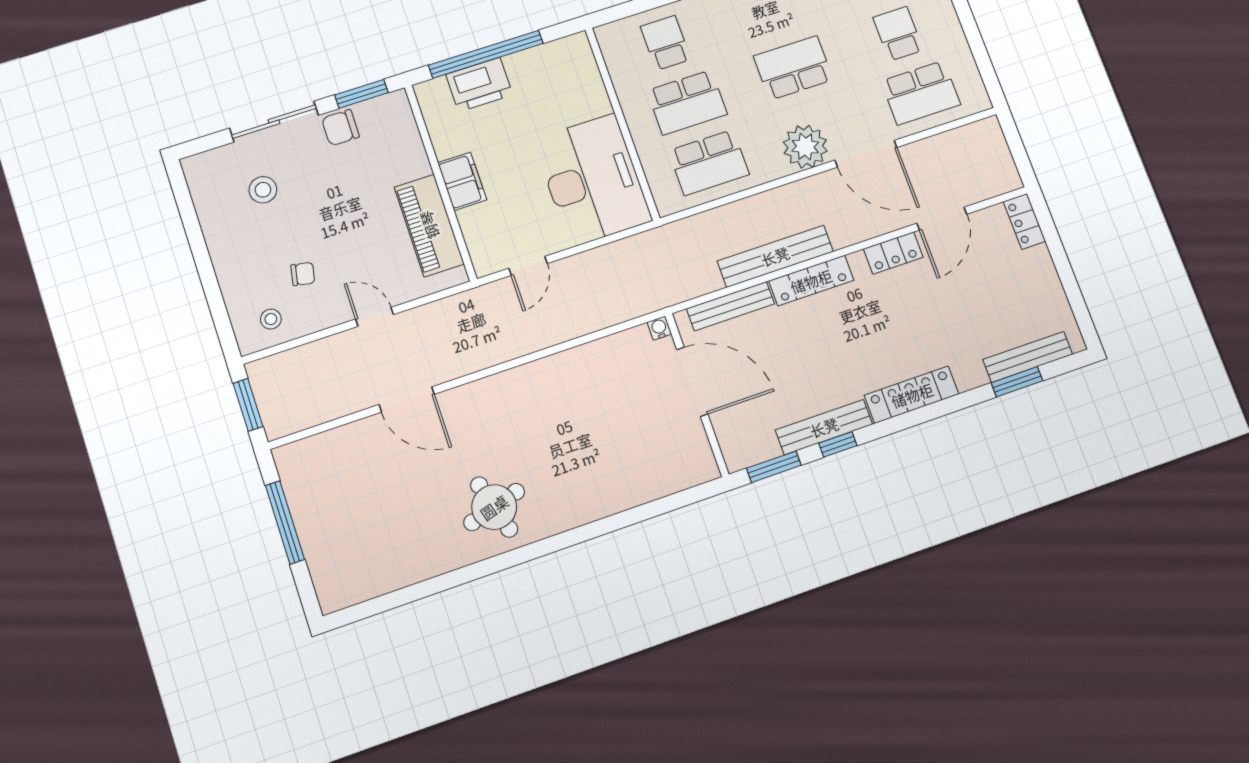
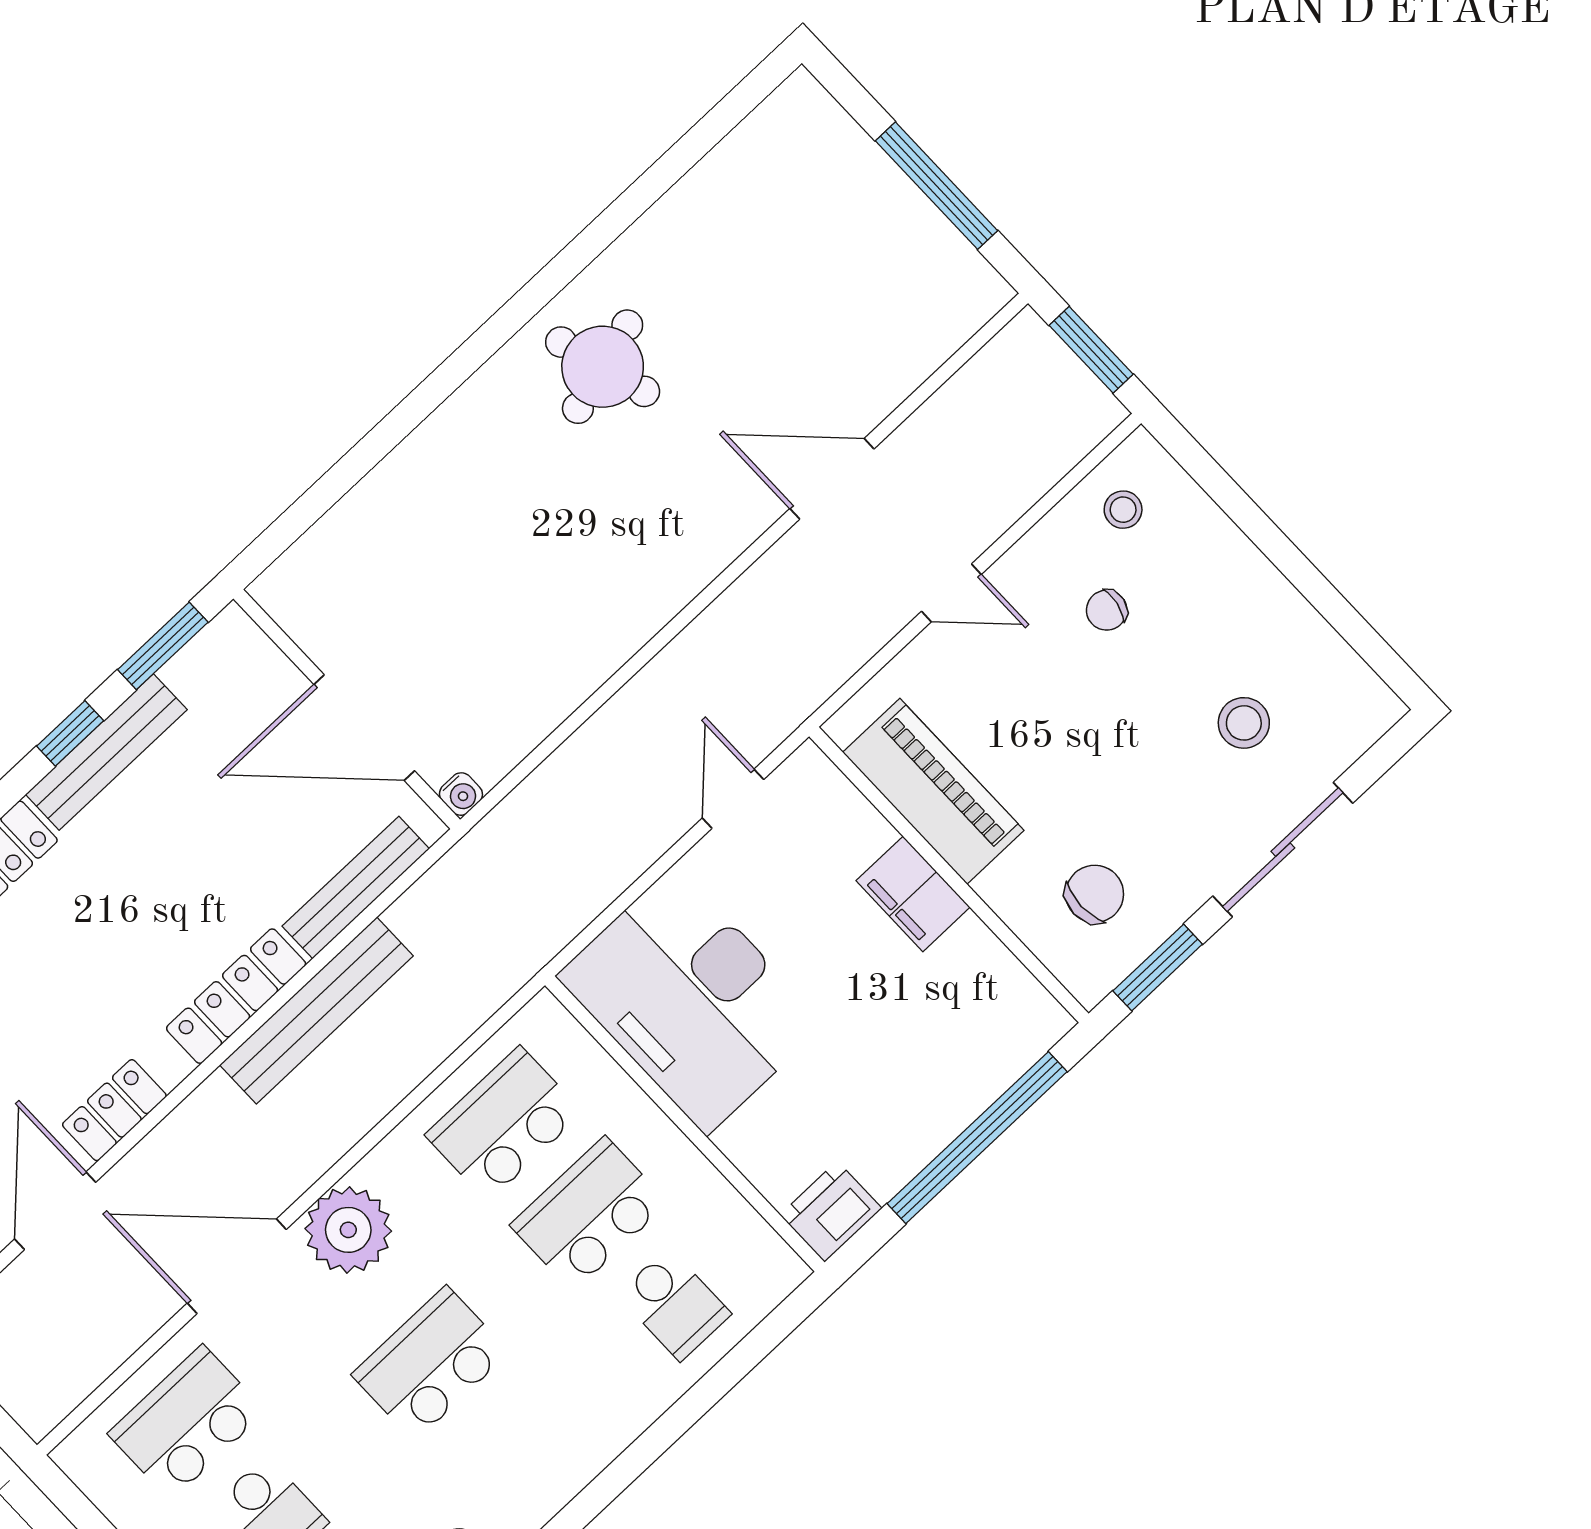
school desk: (793, 68) -> (430, 1363), turned 180
printer: (479, 85) -> (831, 1212), moved, width x0.73, depth x0.84
chair: (340, 128) -> (1095, 894), moved

